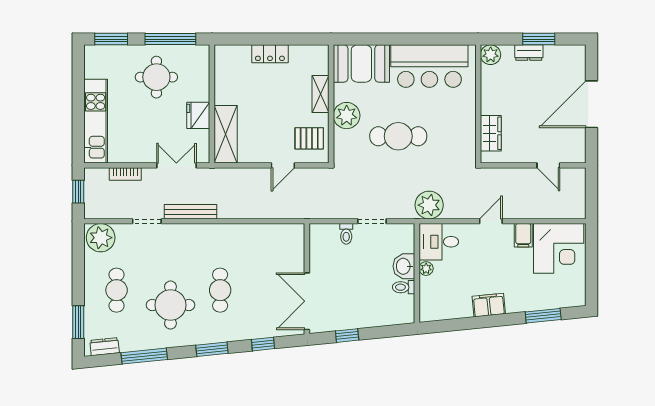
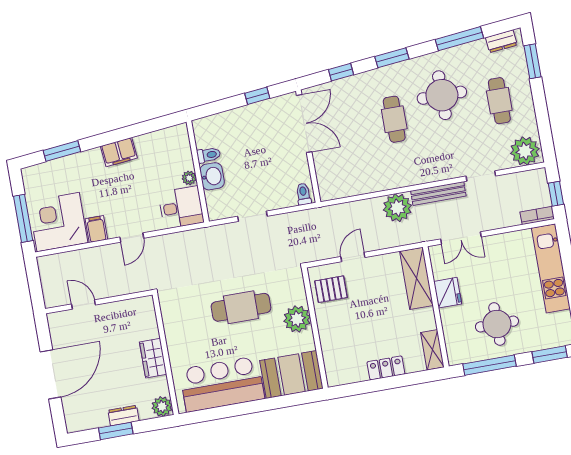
shelving: (321, 94) -> (432, 350), moved
wardrobe: (491, 133) -> (153, 358), moved
bookcase: (125, 174) -> (537, 216), moved
plant: (429, 205) -> (397, 208), moved
toilet: (346, 234) -> (303, 194), moved
window: (591, 258) -> (23, 218), added

